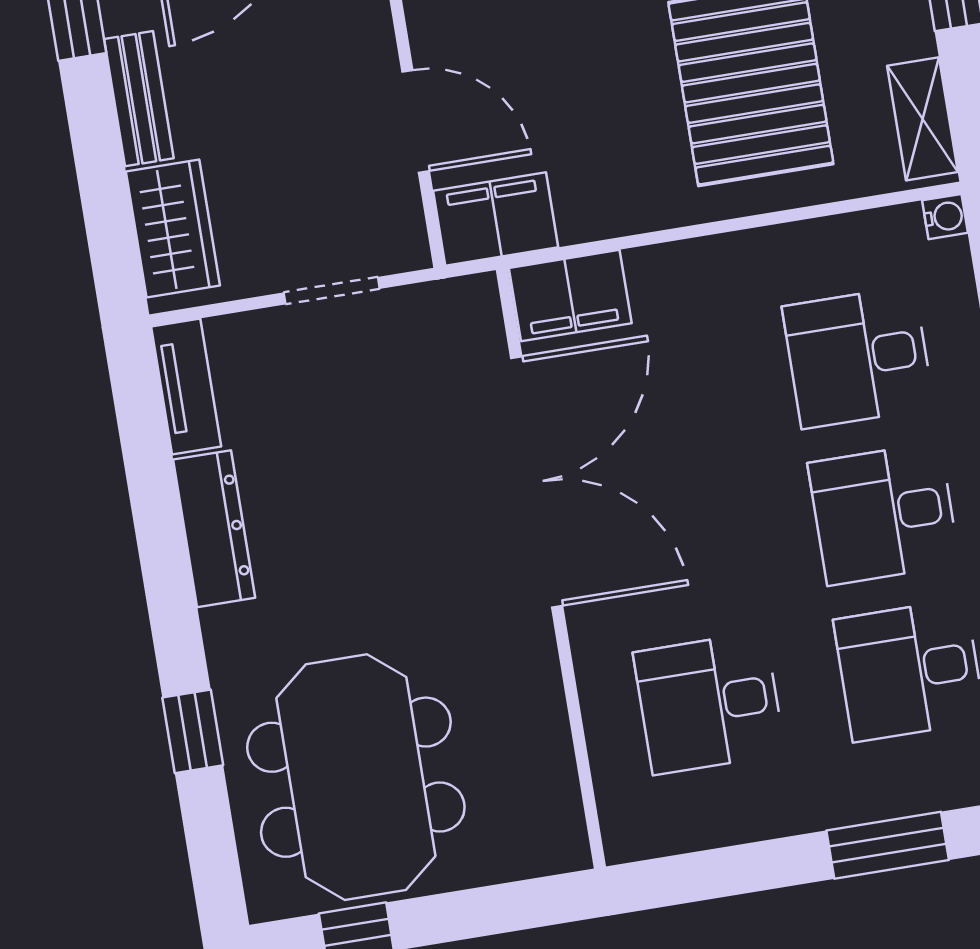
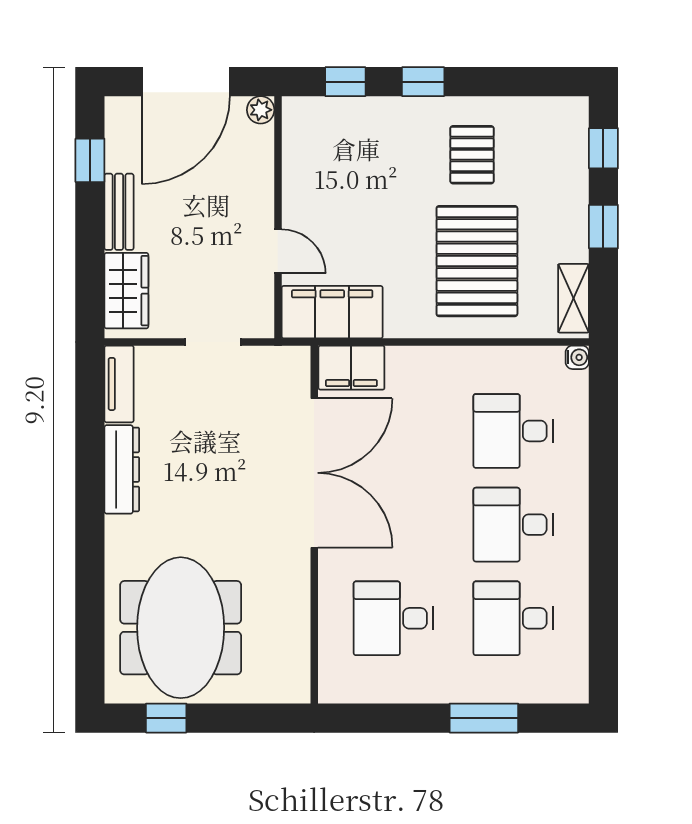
door: (416, 121) -> (278, 251), width x0.73
filing cabinet: (496, 219) -> (332, 312), width x1.50, depth x1.17
window: (193, 731) -> (90, 585), removed

